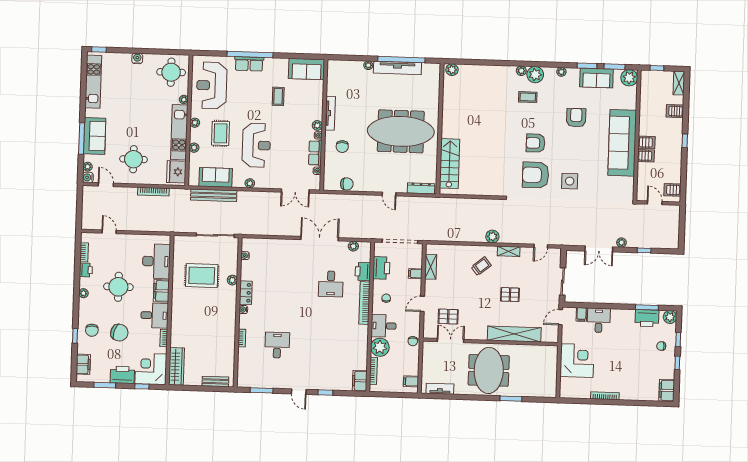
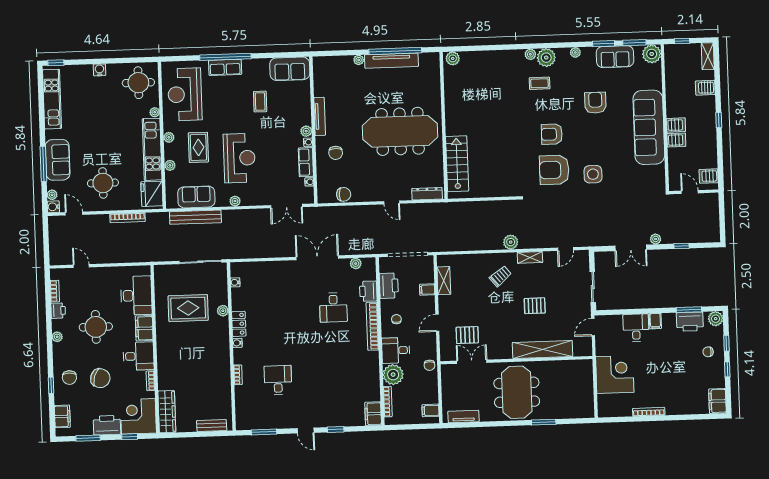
filing cabinet: (581, 314) -> (655, 321), moved

